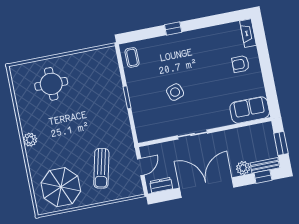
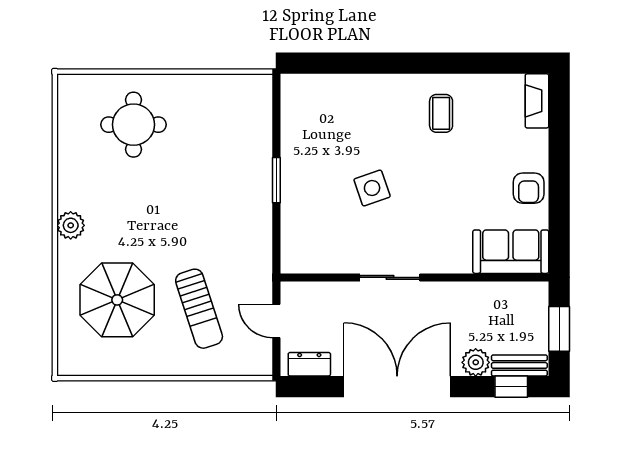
window: (173, 28) -> (393, 63), removed
coffee table: (132, 57) -> (441, 113), moved
armchair: (241, 64) -> (529, 188), moved, turned -90
door: (141, 167) -> (276, 321), swing flipped
sun lounger: (101, 168) -> (199, 309), turned -31
parasol: (61, 187) -> (117, 300), moved

